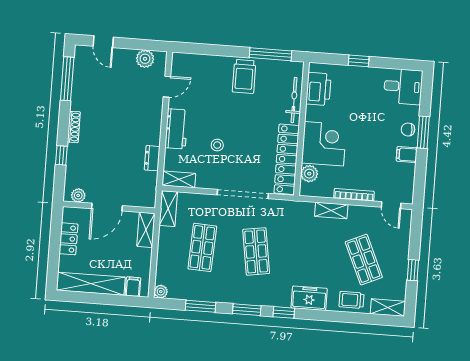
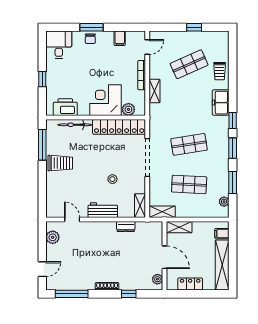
filing cabinet: (407, 154) -> (120, 38), moved
plant: (161, 292) -> (224, 202), moved
shelving: (388, 308) -> (223, 44), removed

